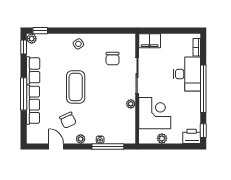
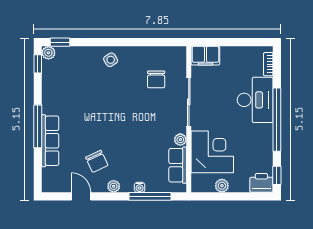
row of seats: (33, 70) -> (178, 165), moved, turned 180
coffee table: (76, 87) -> (107, 117), removed

